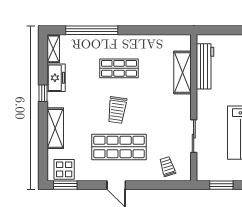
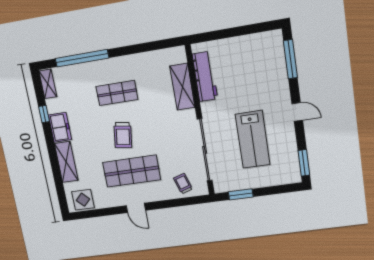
freezer: (56, 78) -> (60, 127), moved
window: (43, 93) -> (44, 114), moved
sliding door: (194, 136) -> (205, 150), width x1.86
window: (65, 185) -> (87, 214), removed

